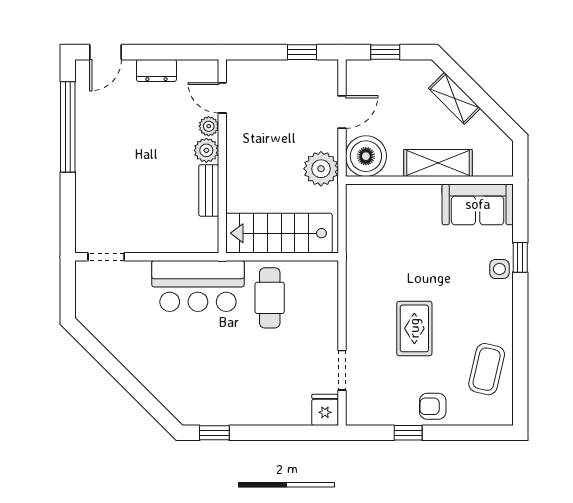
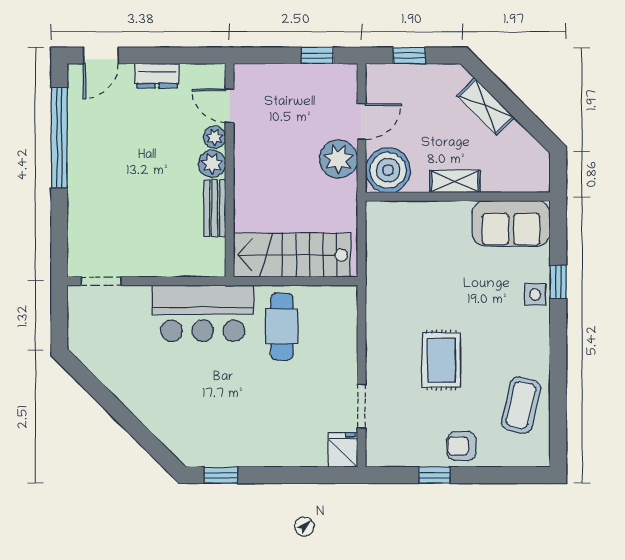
shelving: (438, 163) -> (455, 181), width x0.67, depth x0.75
plant: (321, 169) -> (338, 159), moved

